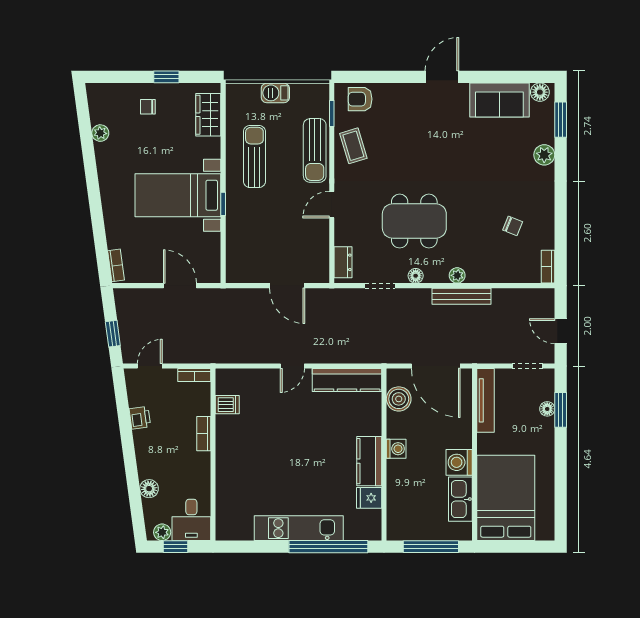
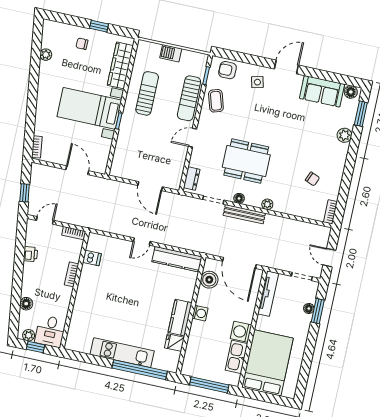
side table: (406, 107) -> (257, 82), added
wardrobe: (208, 115) -> (120, 65), width x1.50
bench: (461, 296) -> (244, 214), moved

